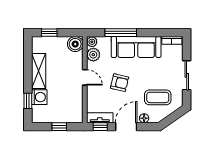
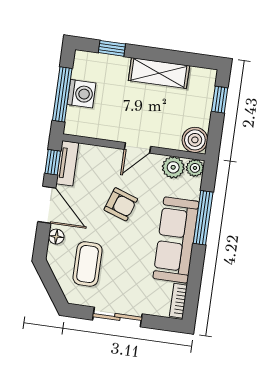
armchair: (120, 83) -> (121, 204), turned -84
washing machine: (39, 97) -> (82, 94), moved, turned -90
window: (59, 127) -> (62, 94), width x2.17

